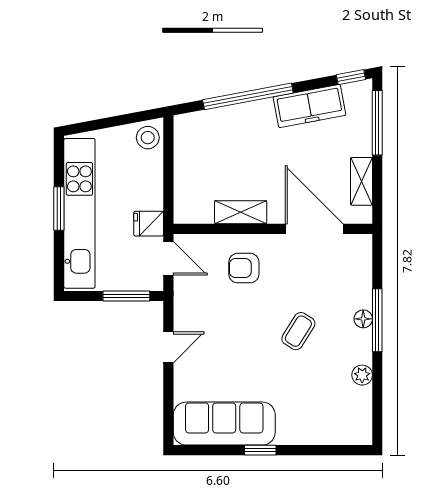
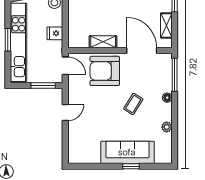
fridge: (149, 224) -> (55, 33), moved
armchair: (244, 268) -> (105, 71), width x1.88, depth x1.88
window: (377, 320) -> (175, 75), moved
sofa: (224, 424) -> (127, 152), moved
window: (260, 450) -> (131, 166), moved

